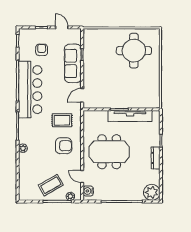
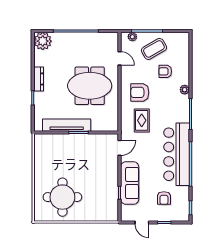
rug: (62, 120) -> (142, 120), turned 90
armchair: (40, 165) -> (165, 71), added
water cooler: (88, 191) -> (113, 43), removed

